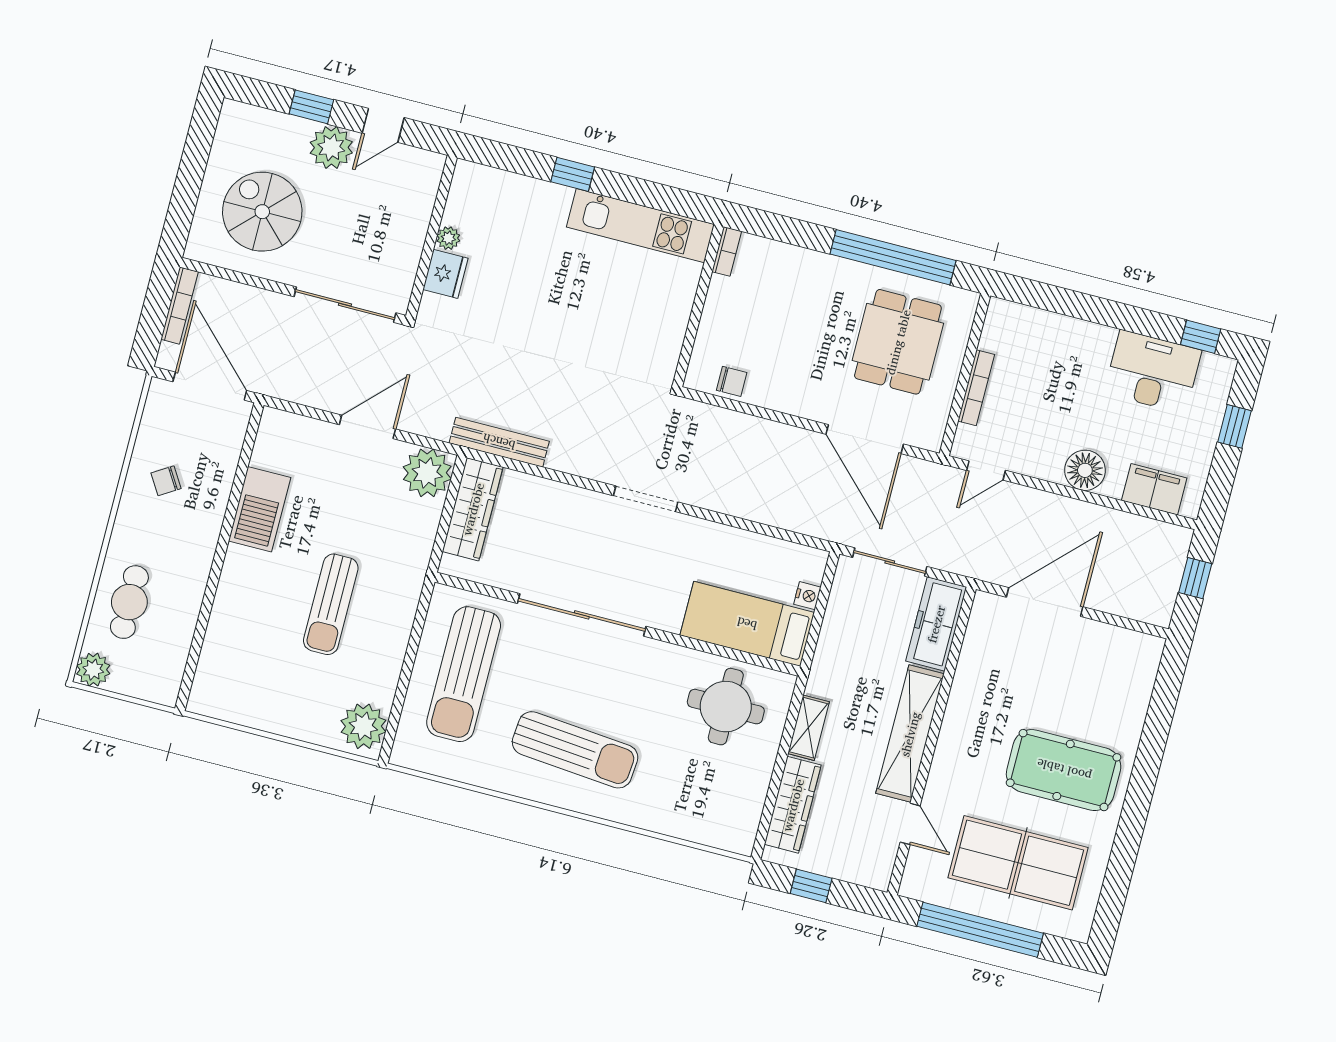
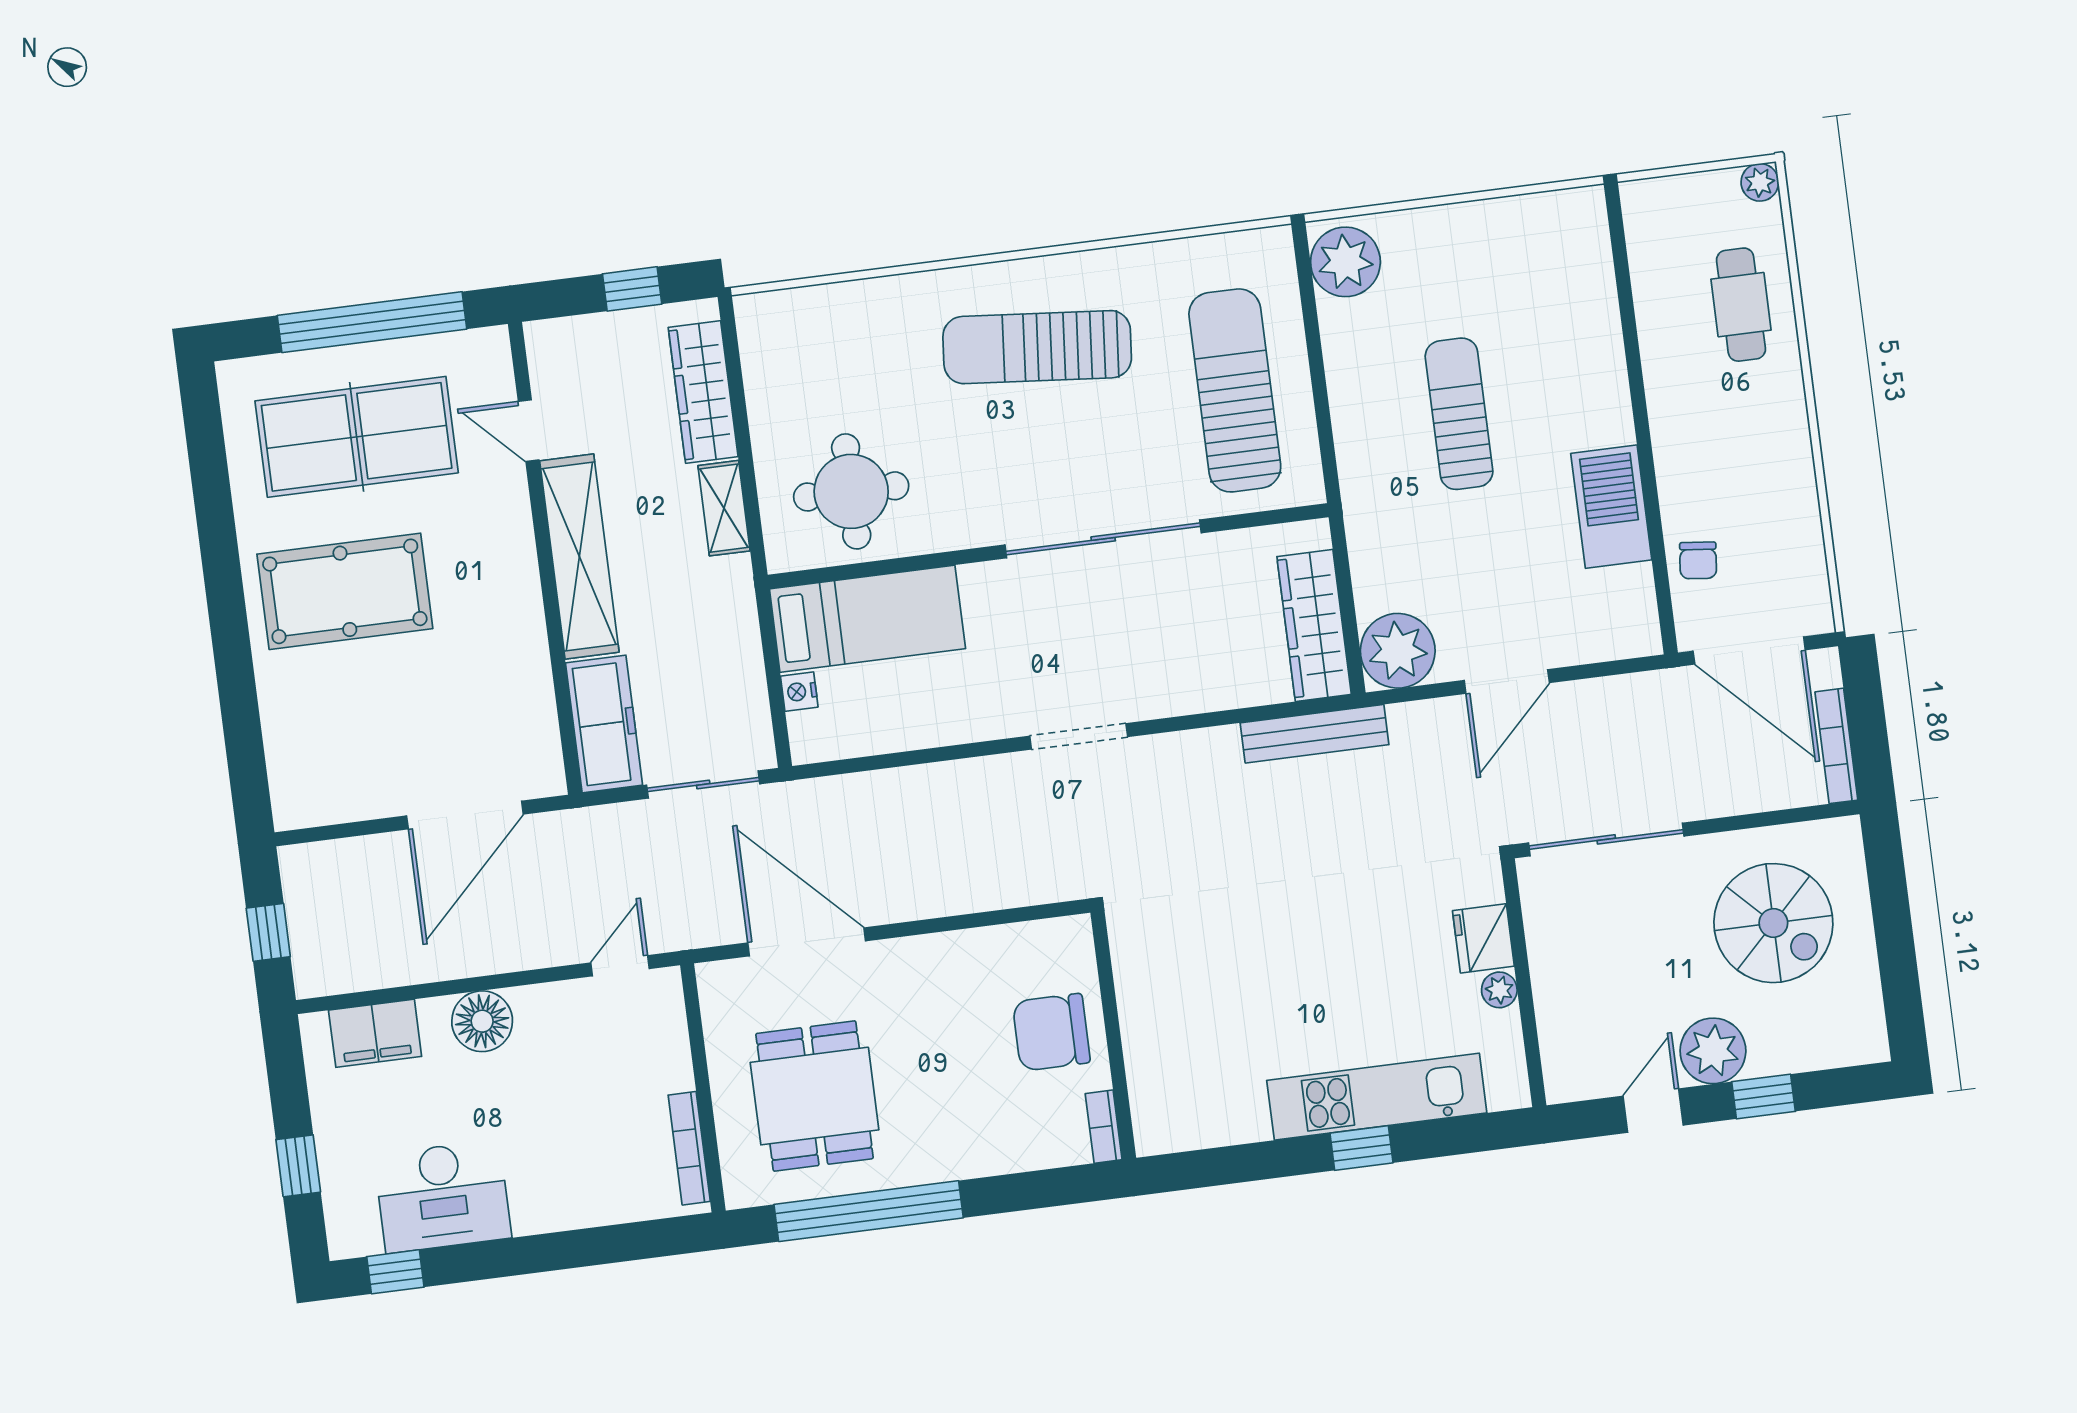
kitchen unit: (640, 226) -> (1377, 1097), moved
chair: (732, 381) -> (1051, 1032), moved, width x1.87, depth x1.87
bookcase: (976, 388) -> (689, 1148), moved
chair: (166, 481) -> (1698, 560), moved, turned 128
plant: (93, 670) -> (1760, 182), width x0.73, depth x0.73

